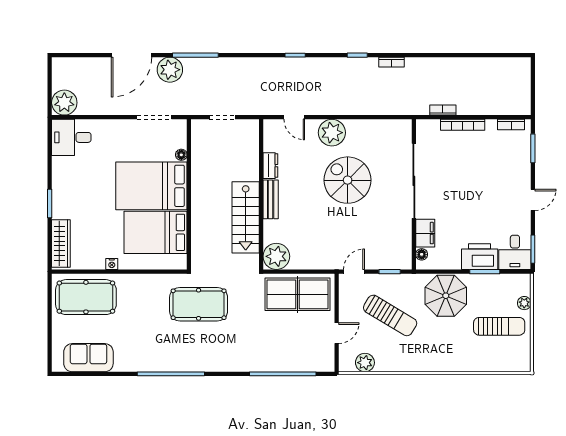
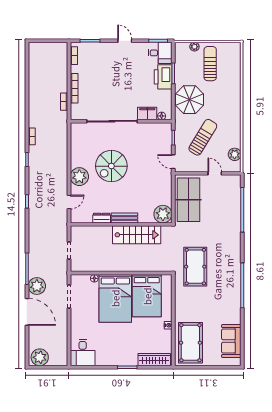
plant: (64, 103) -> (40, 357), moved

